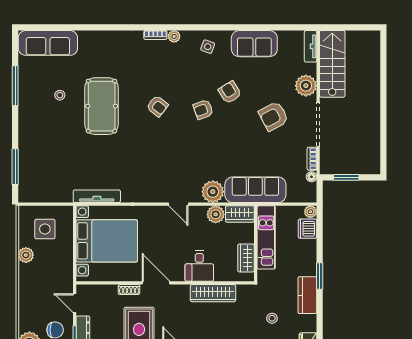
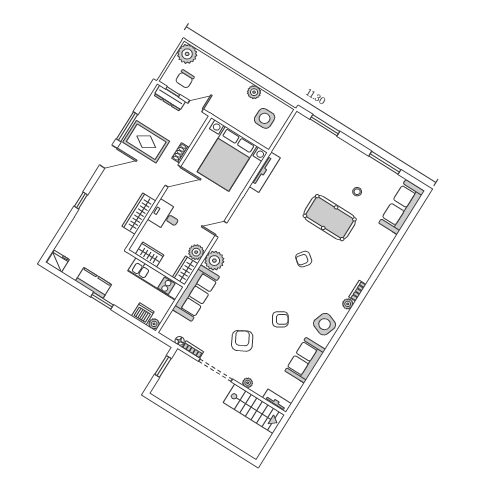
side table: (208, 47) -> (325, 324), width x1.87, depth x1.87
plant: (306, 86) -> (248, 383), width x0.53, depth x0.53
armchair: (203, 110) -> (280, 292), removed
stool: (272, 318) -> (93, 246), removed

